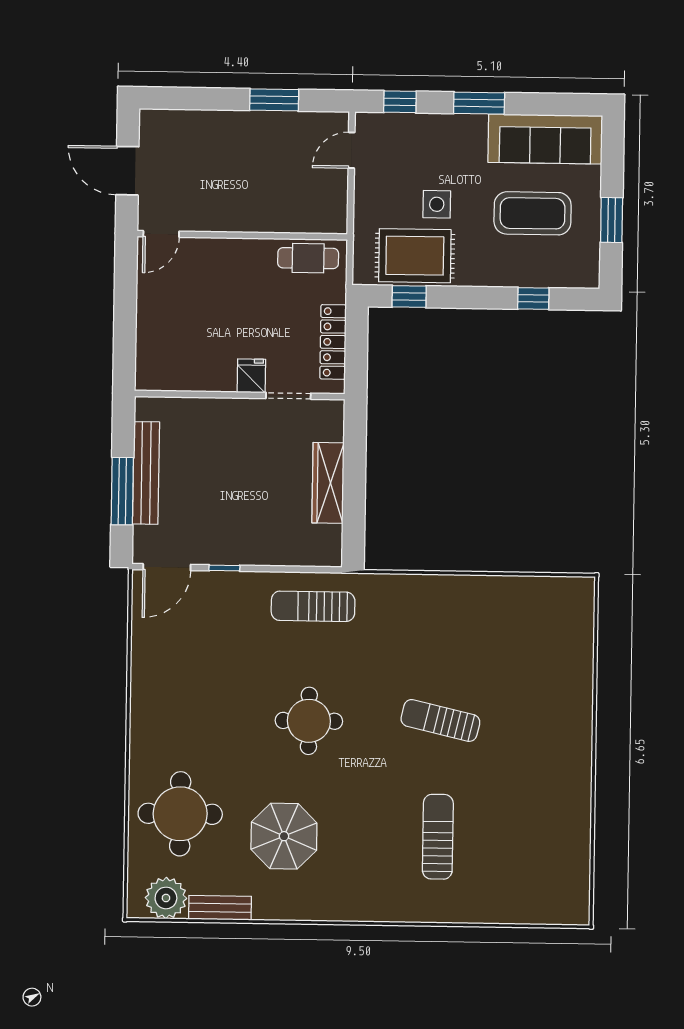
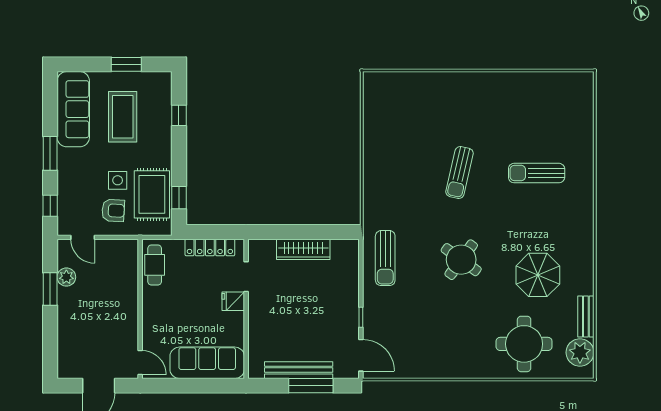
plant: (292, 125) -> (66, 277), added
armchair: (391, 197) -> (113, 210), added
sofa: (159, 335) -> (207, 363), added
round table: (309, 721) -> (461, 260), turned 36

